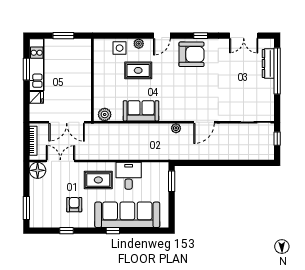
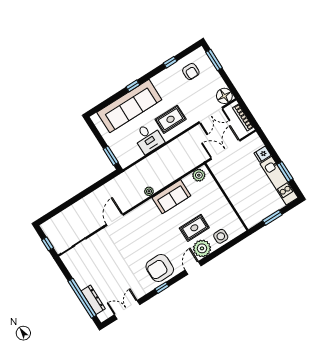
plant: (139, 44) -> (202, 248), width x1.87, depth x1.87
plant: (176, 128) -> (149, 191), moved
armchair: (74, 205) -> (191, 72), moved

